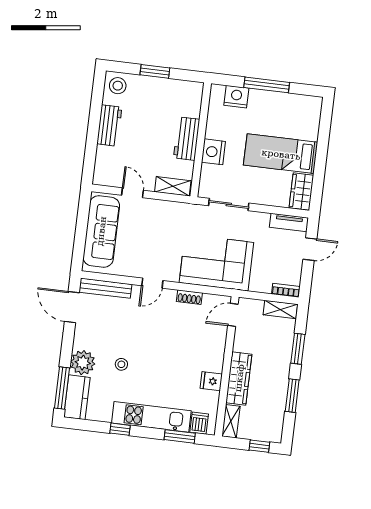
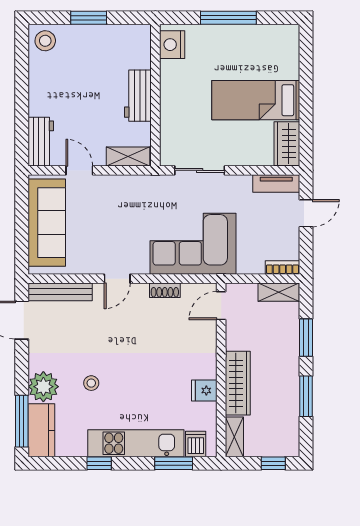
nightstand: (236, 97) -> (172, 45), moved, turned -90
workbench: (109, 126) -> (41, 142), moved
nightstand: (213, 152) -> (173, 108), removed

